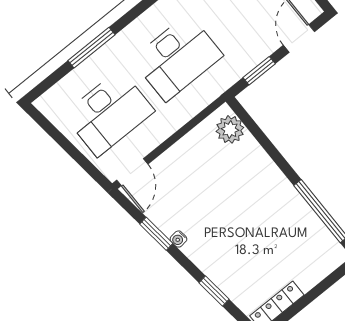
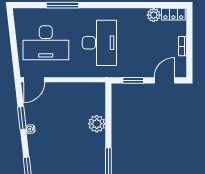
desk: (177, 58) -> (99, 43), turned -90
plant: (230, 129) -> (97, 124), moved

